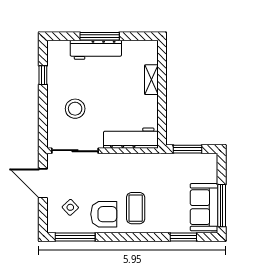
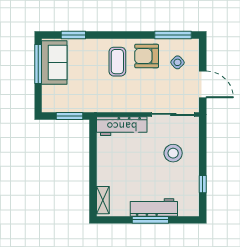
shelving: (151, 80) -> (103, 200), moved

